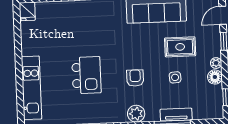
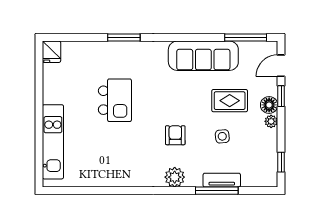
kitchen island: (86, 75) -> (115, 100), moved
floor lamp: (215, 77) -> (269, 105), moved

